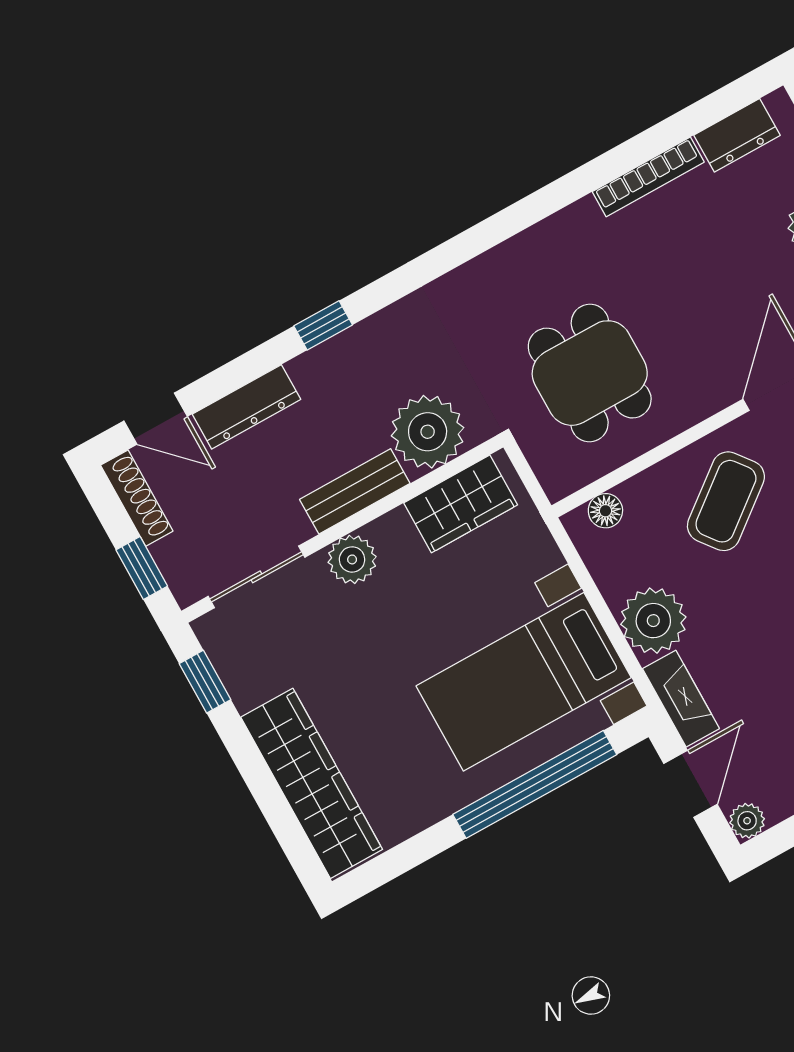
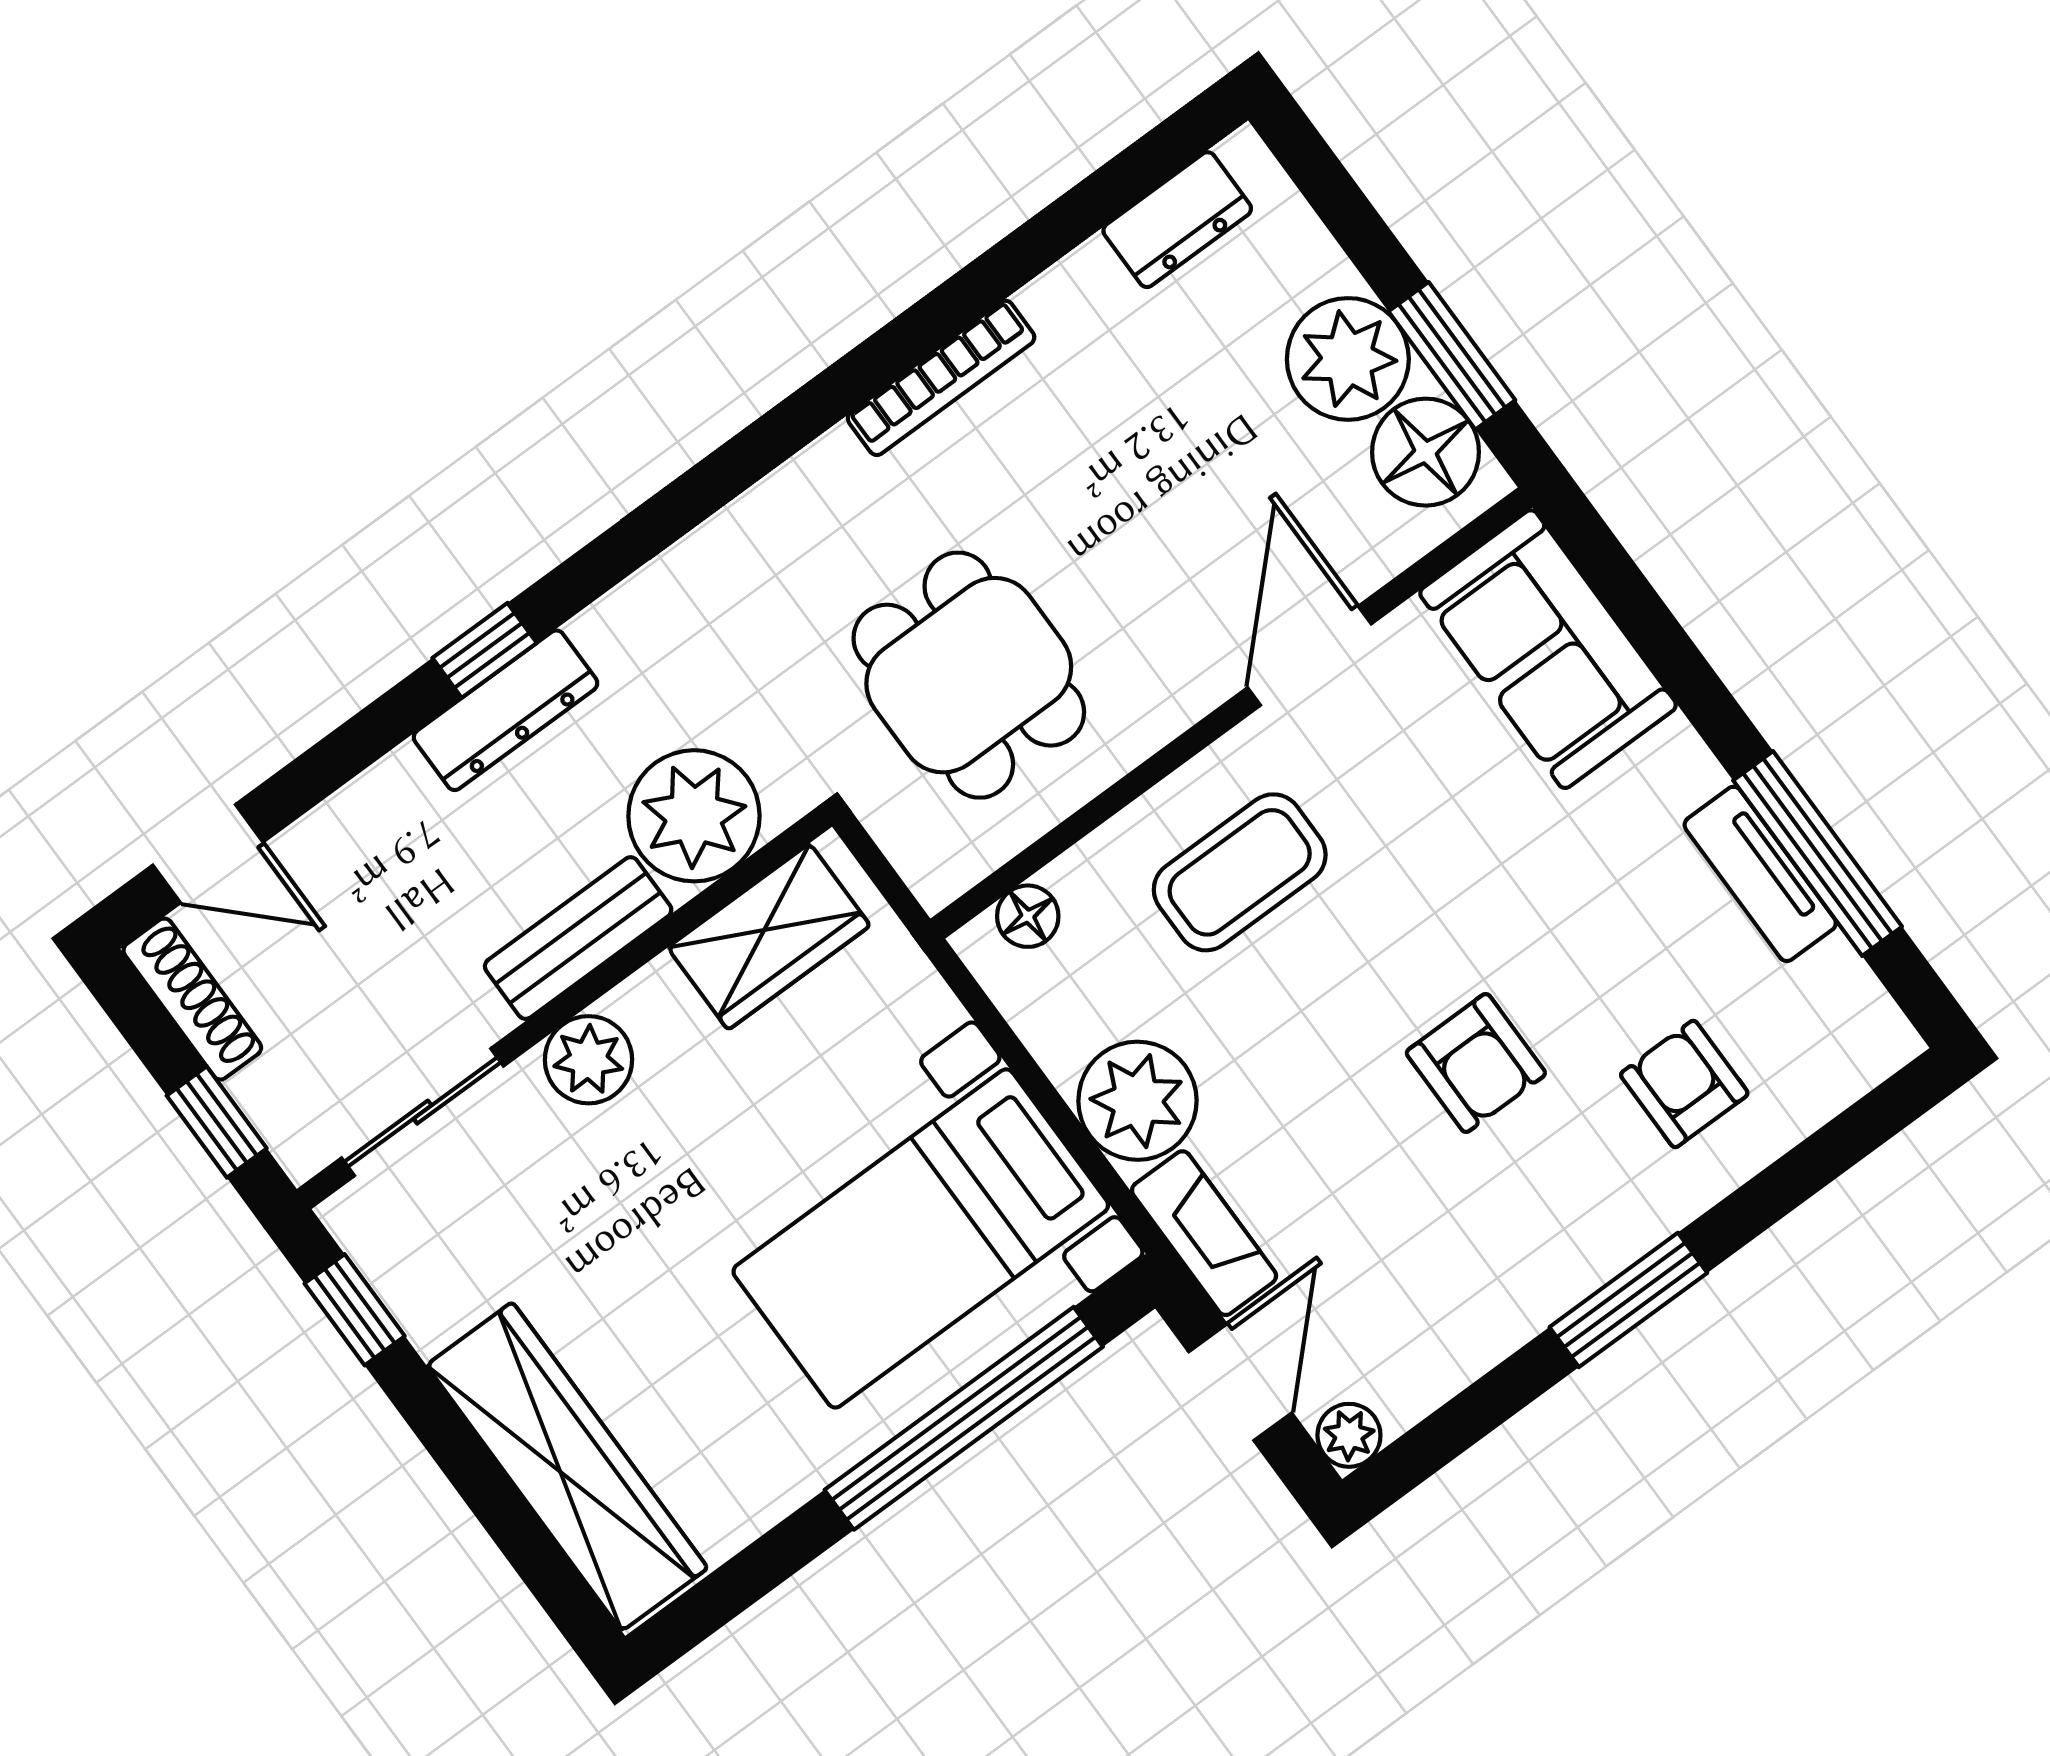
bookcase: (648, 177) -> (941, 378), moved
dresser: (246, 407) -> (506, 710), moved
coffee table: (726, 501) -> (1240, 872), turned 38

